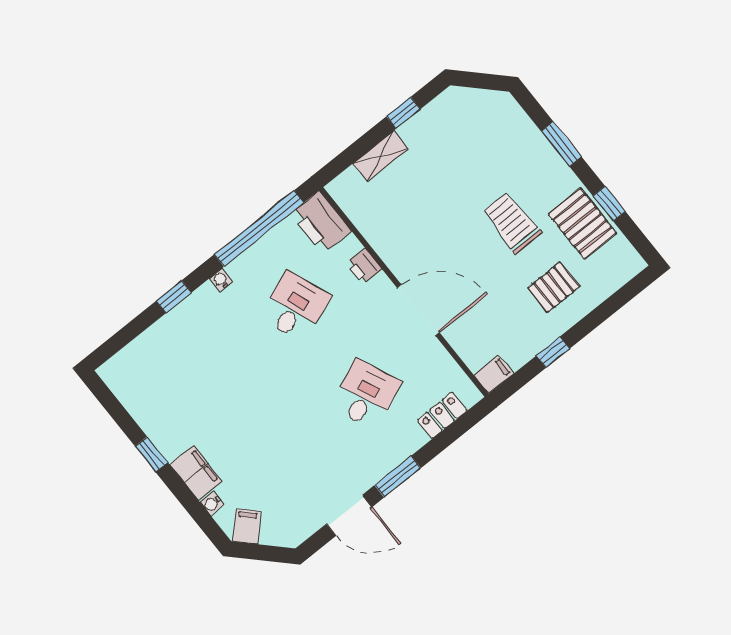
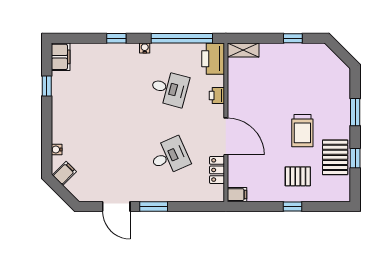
shelving: (381, 156) -> (243, 50), moved
trolley: (512, 223) -> (302, 131), turned 180
desk: (295, 307) -> (170, 89), turned 36
window: (553, 352) -> (292, 207), moved
locker: (442, 415) -> (217, 170), moved, turned -90
window: (151, 454) -> (47, 86), moved
filing cabinet: (196, 473) -> (61, 57), moved

